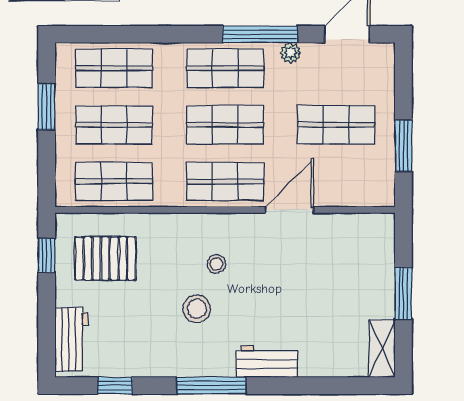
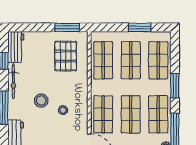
window: (167, 34) -> (175, 86), added
window: (47, 255) -> (67, 27), width x1.50
workbench: (71, 339) -> (16, 47), moved, turned -90
bicycle: (157, 366) -> (13, 81), added

